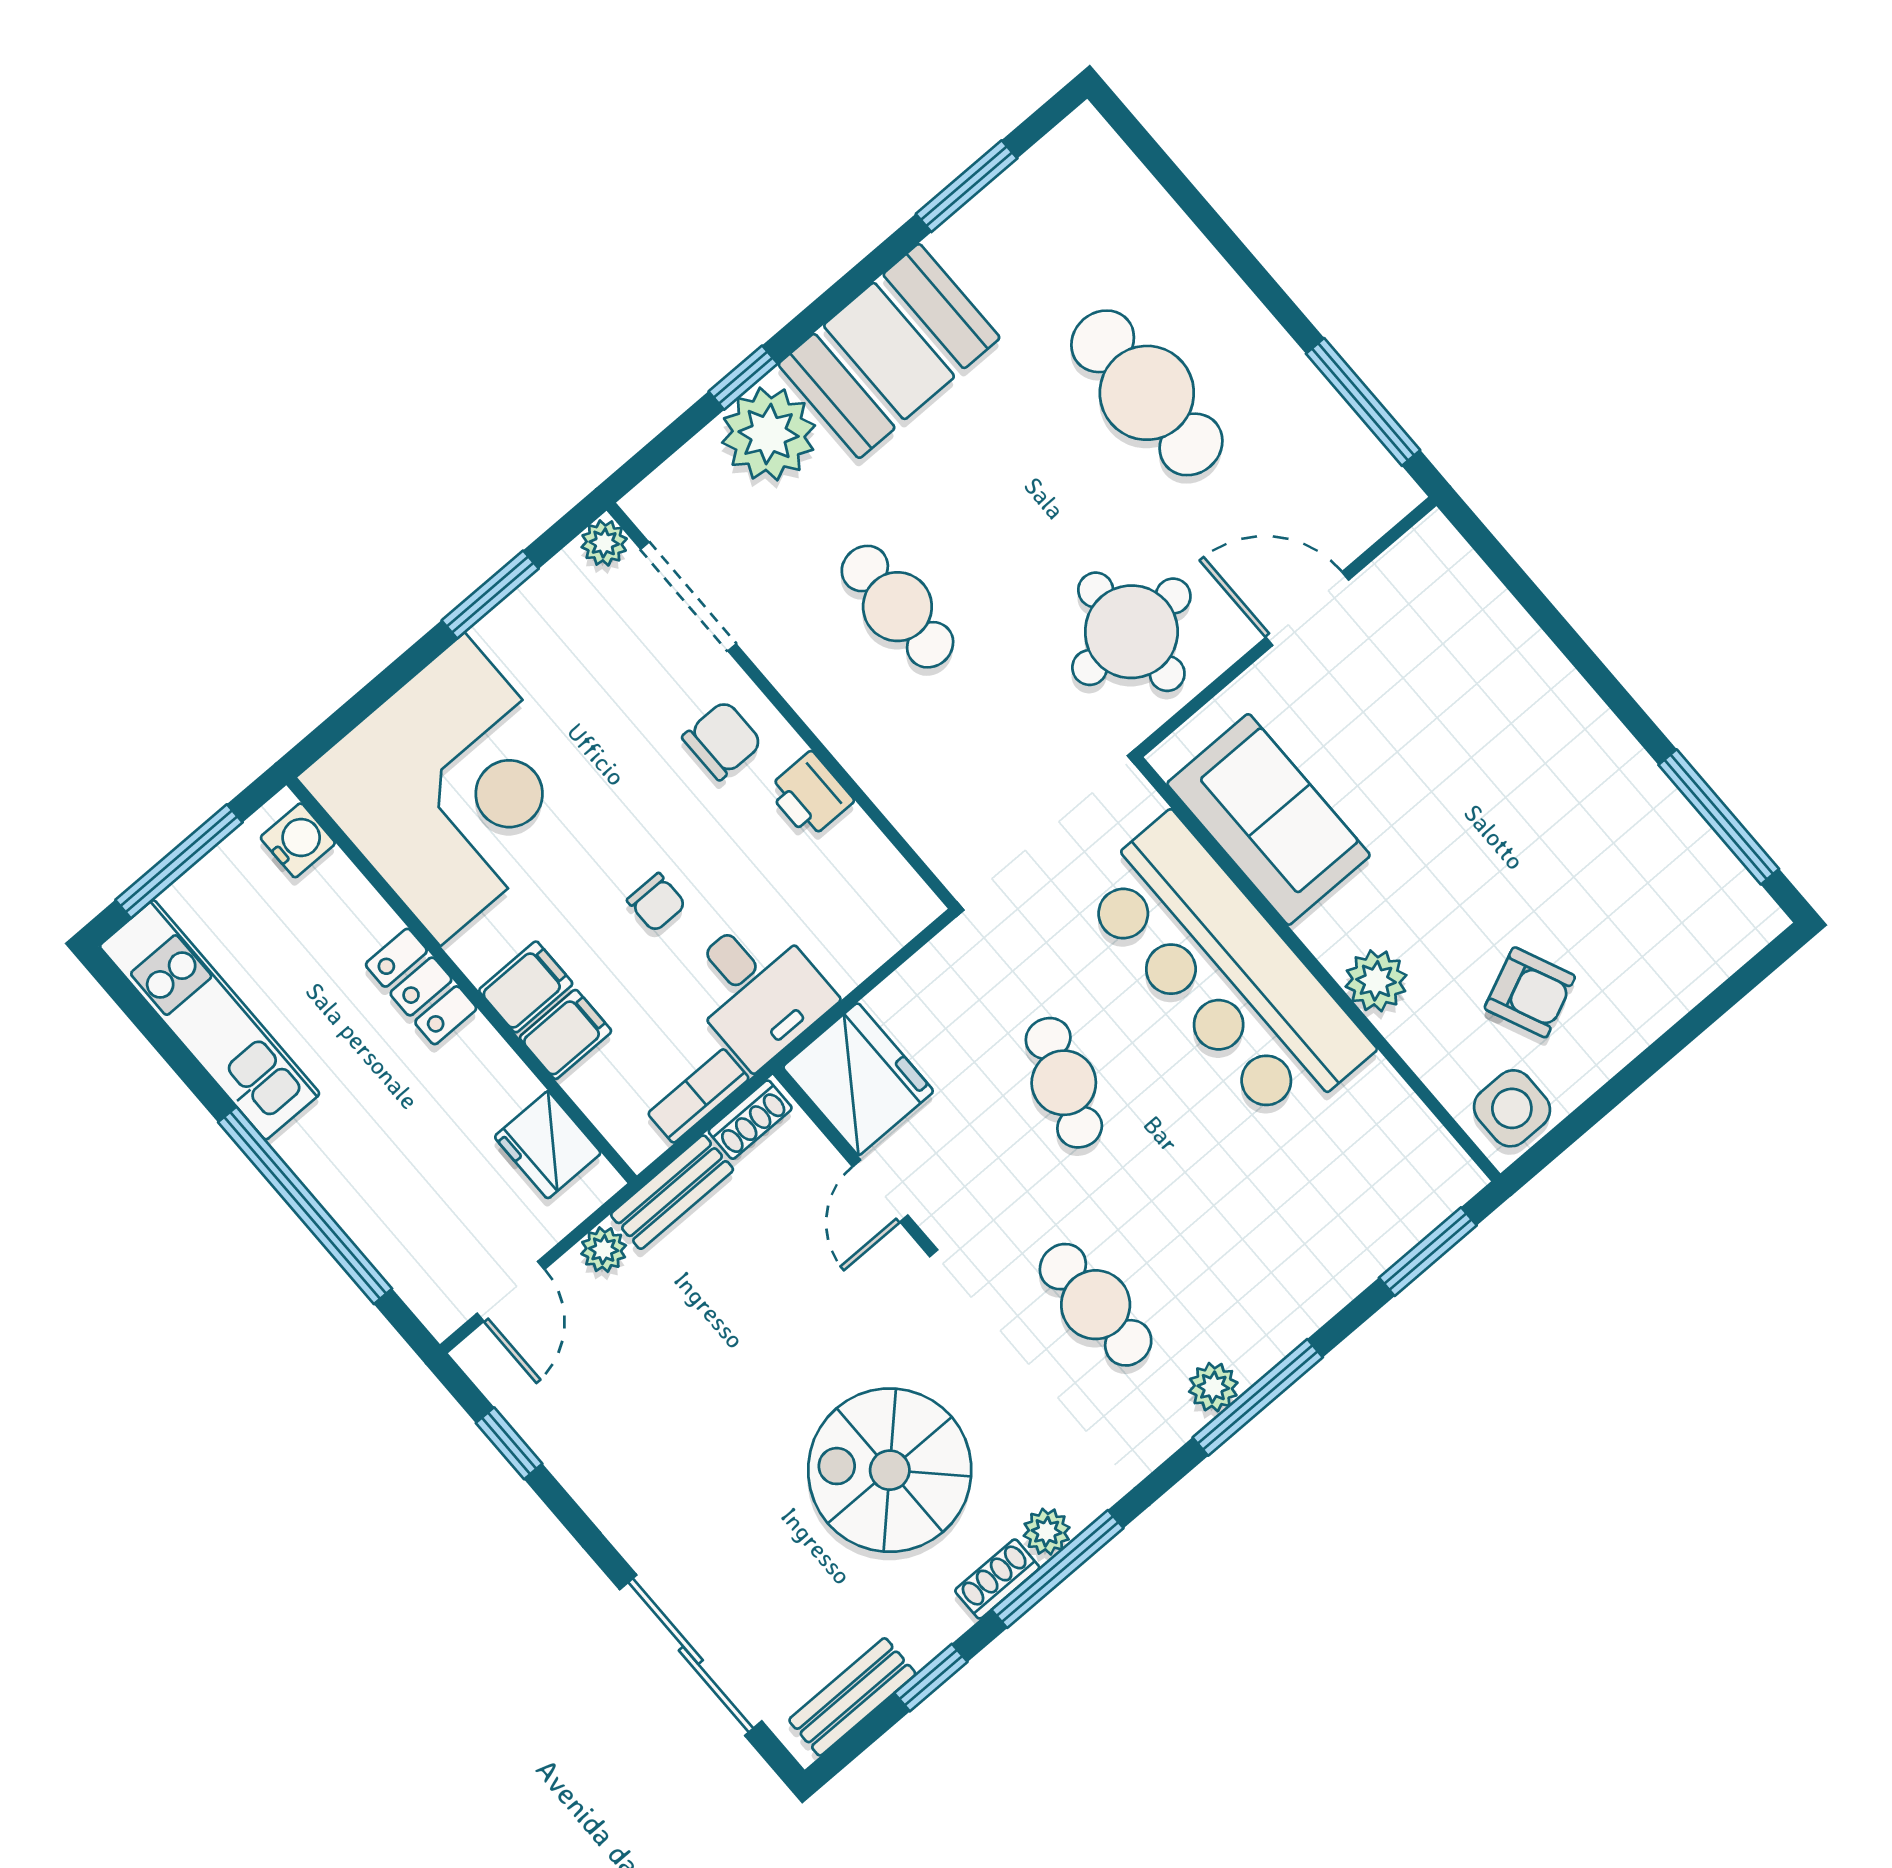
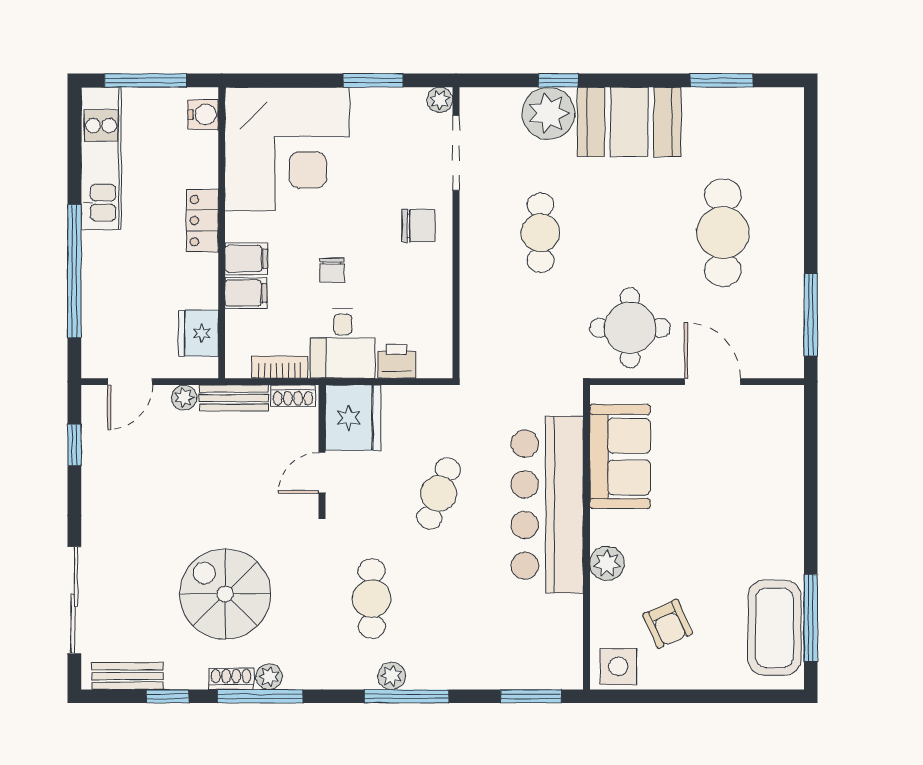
printer: (810, 795) -> (397, 361), moved, turned 90
coffee table: (1680, 873) -> (774, 628), added

